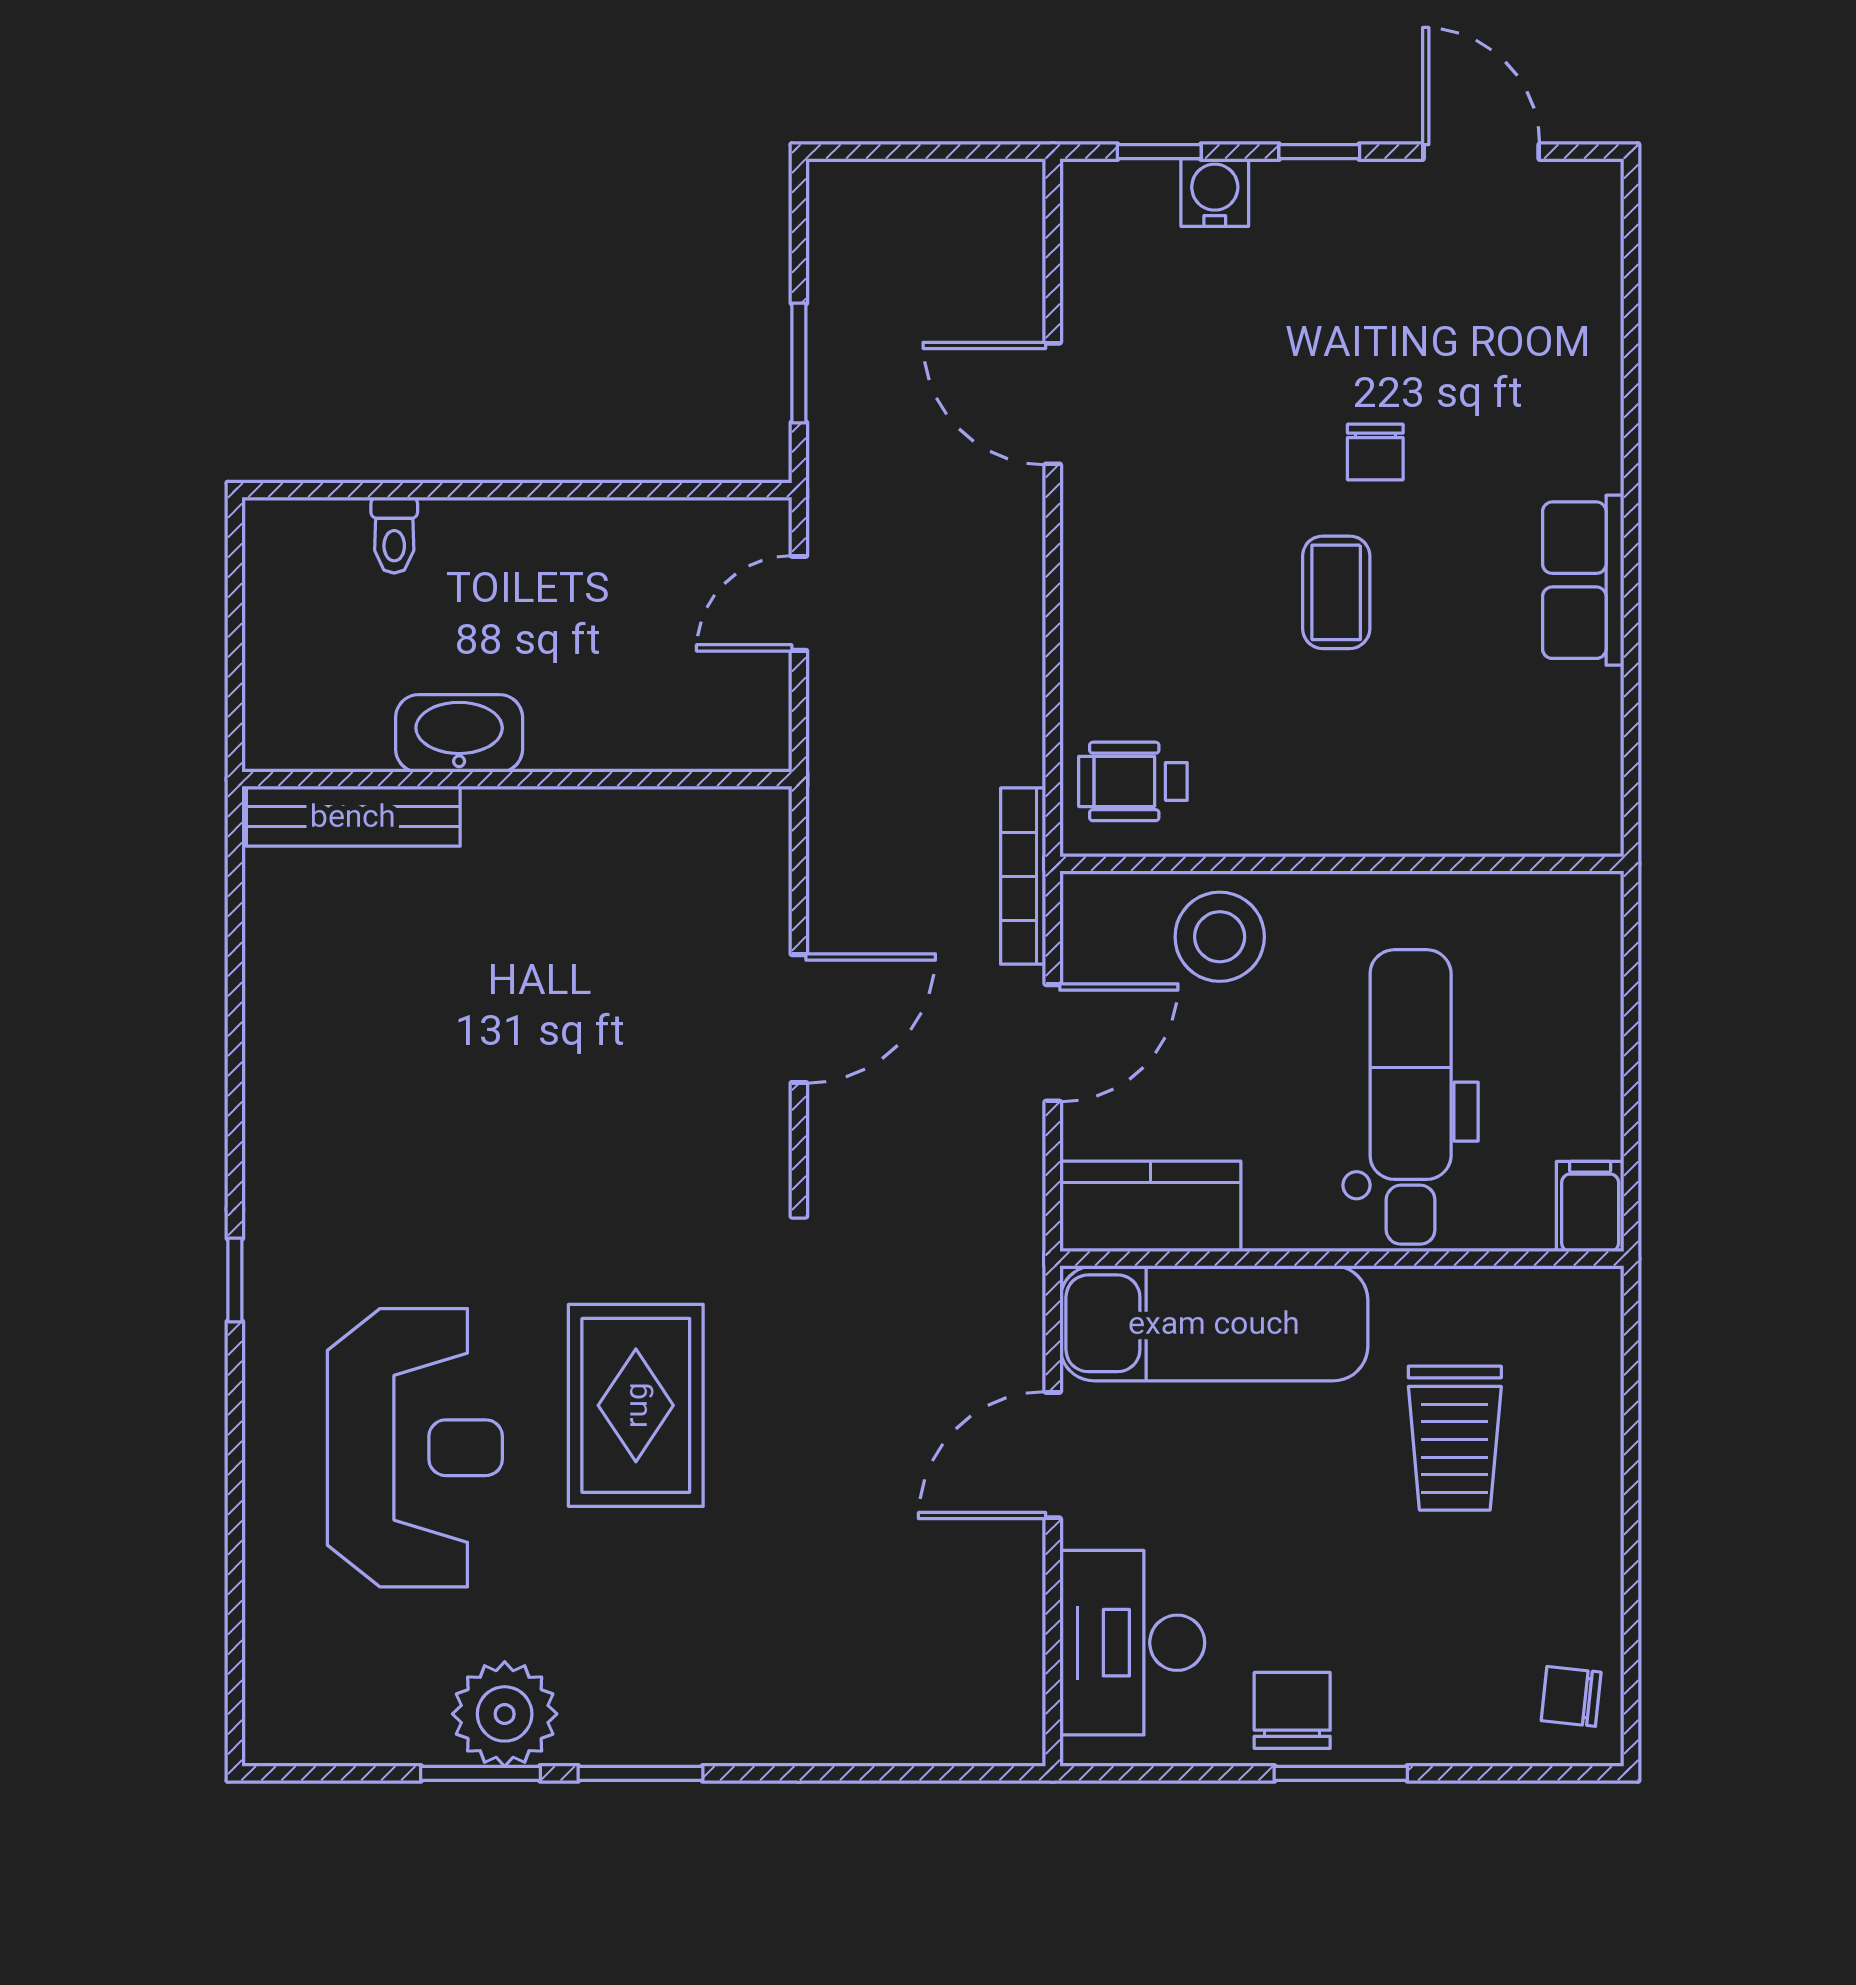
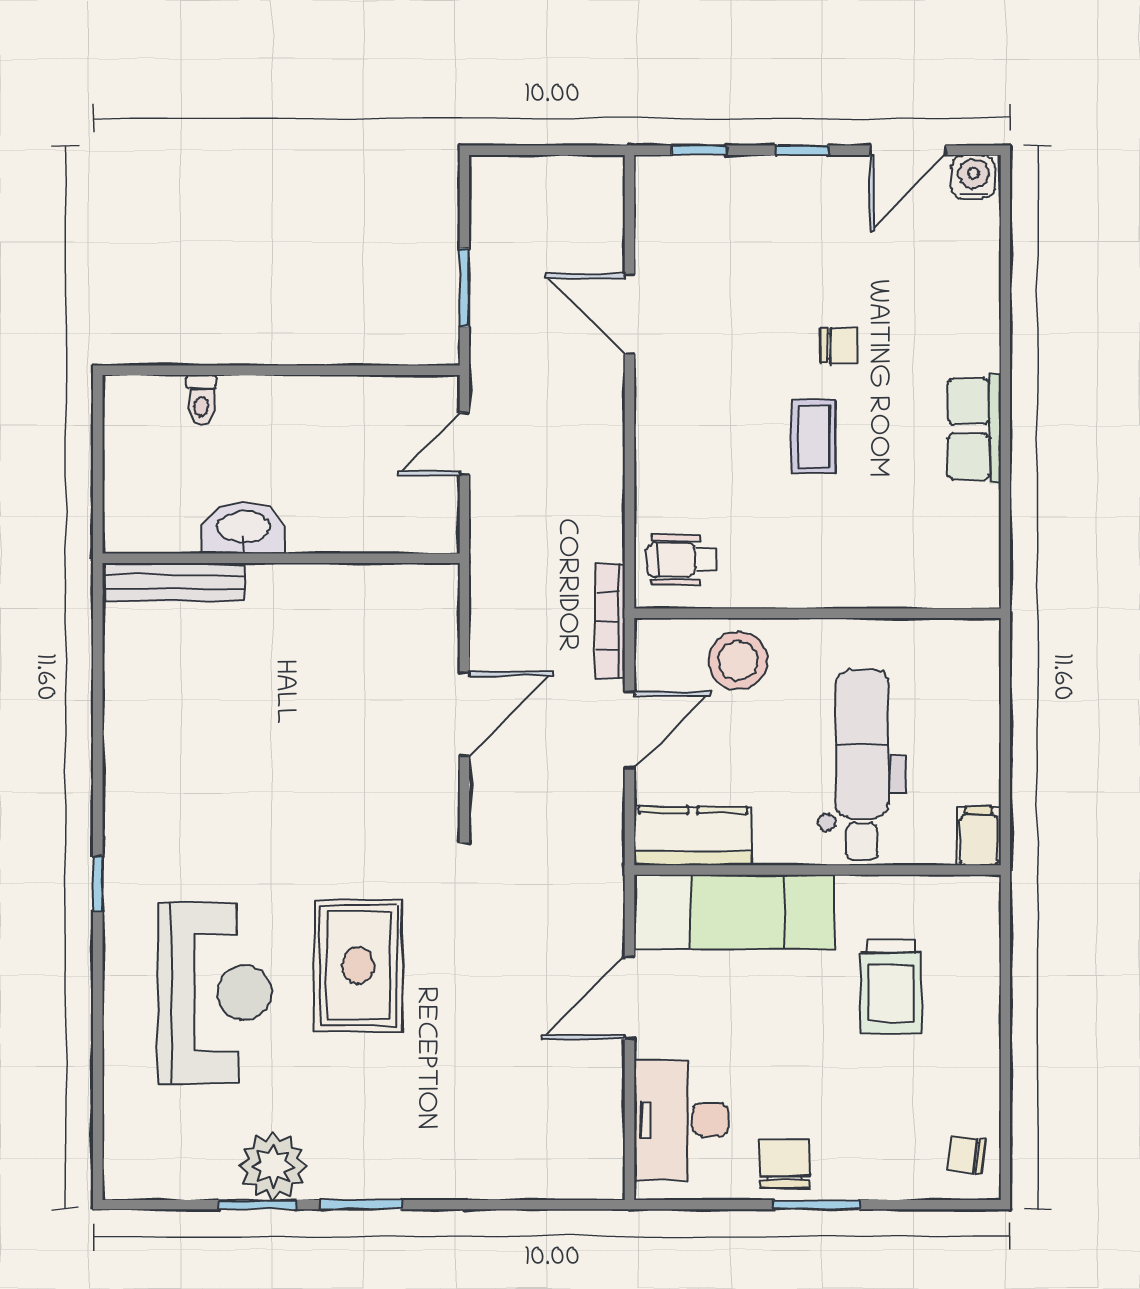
door: (1481, 152) -> (908, 150), swing flipped
water cooler: (1215, 193) -> (973, 177), moved
chair: (1375, 452) -> (839, 346), turned -90

